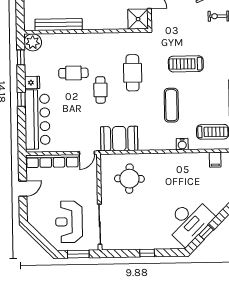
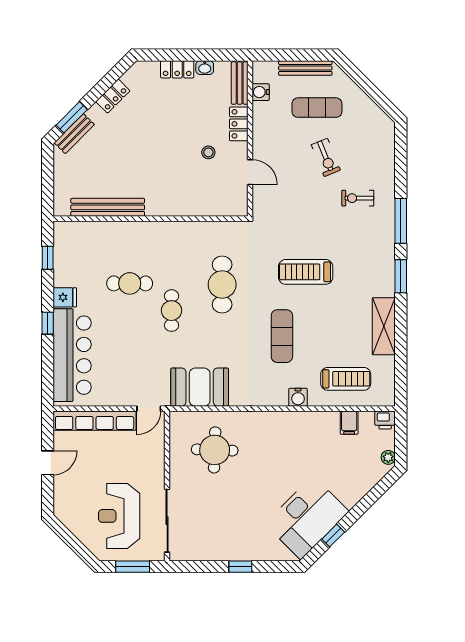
shower: (138, 19) -> (232, 201), removed
plant: (33, 42) -> (67, 235), removed

